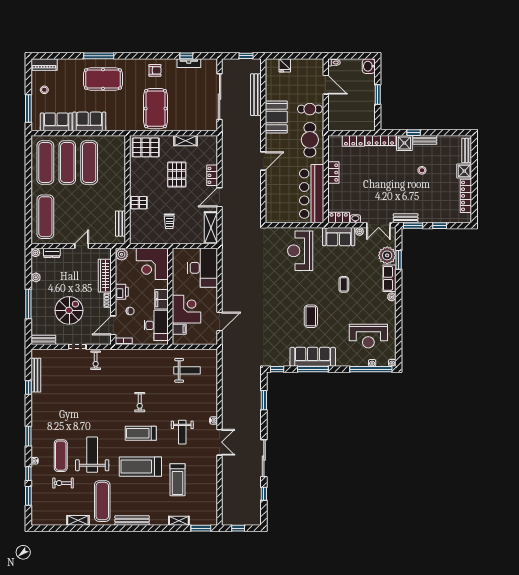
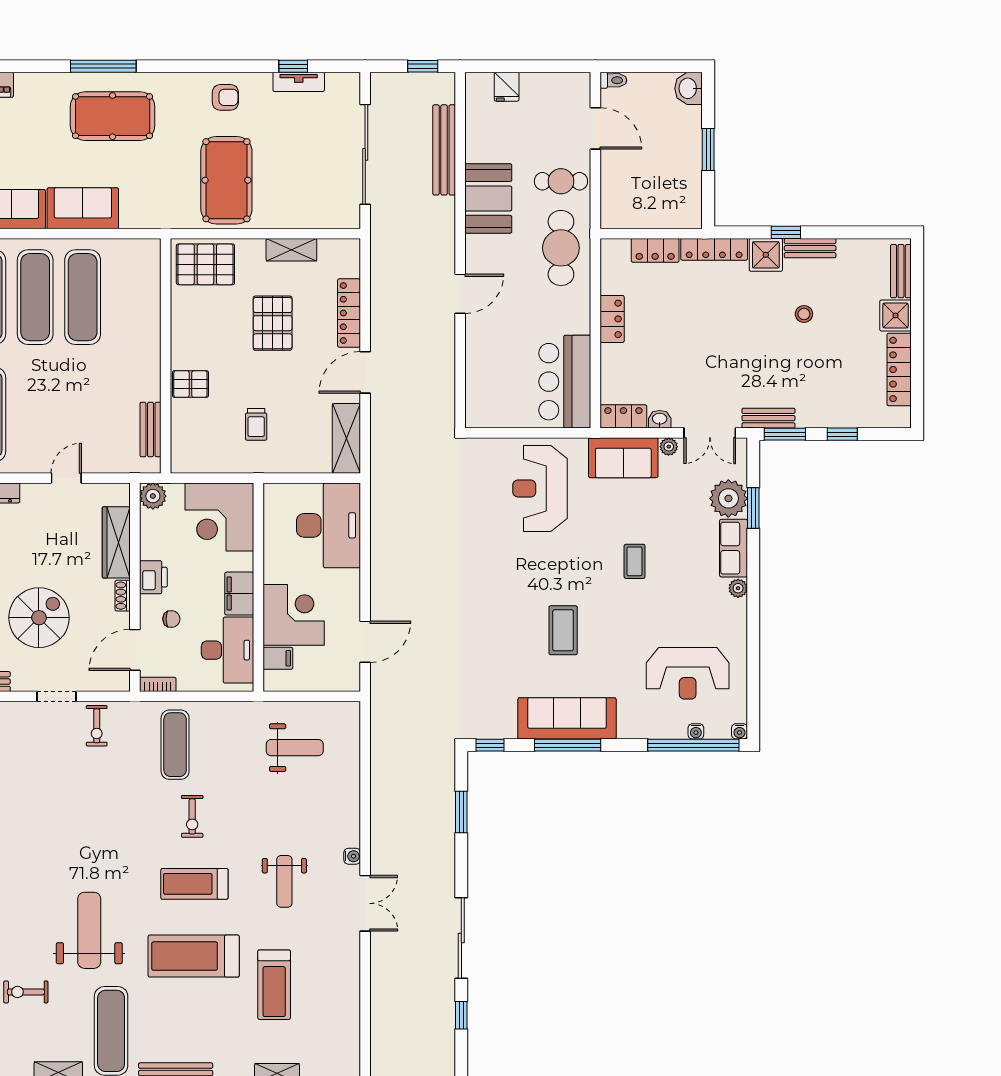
locker: (212, 175) -> (349, 313), width x1.53
bar counter: (312, 194) -> (565, 382), width x0.73
exercise mat: (61, 456) -> (175, 745), moved

